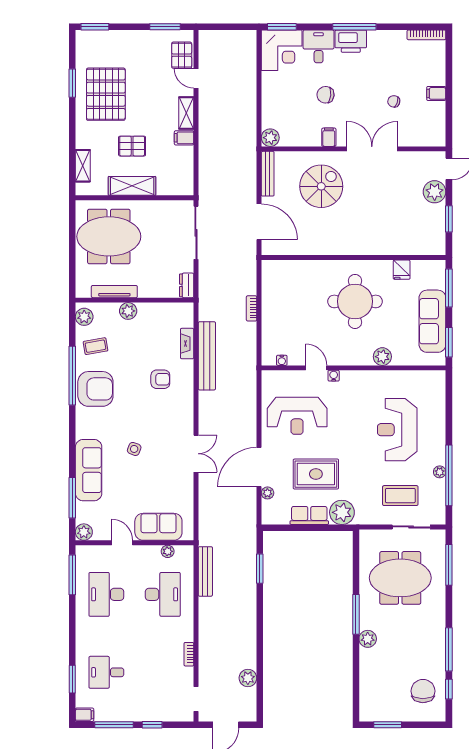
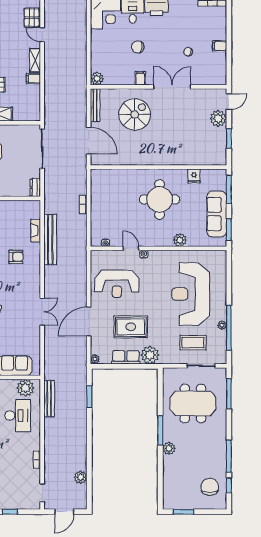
reception desk: (397, 430) -> (191, 294), width x1.36, depth x1.30
plant: (267, 493) -> (95, 359), moved
plant: (168, 551) -> (25, 388), width x1.87, depth x1.87

